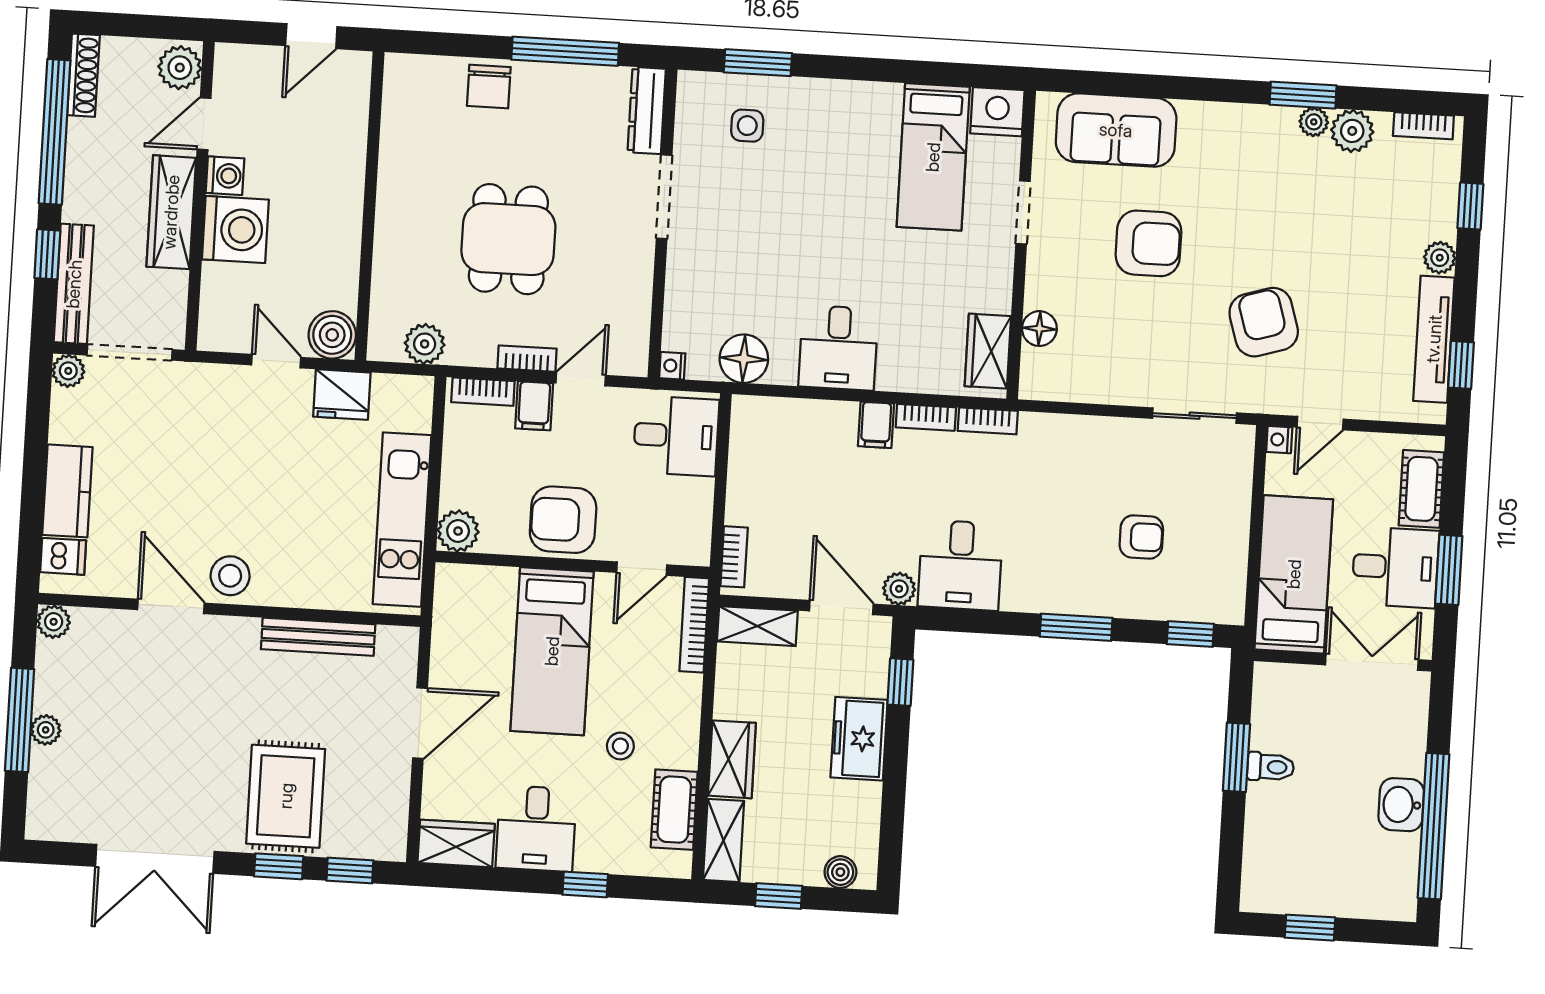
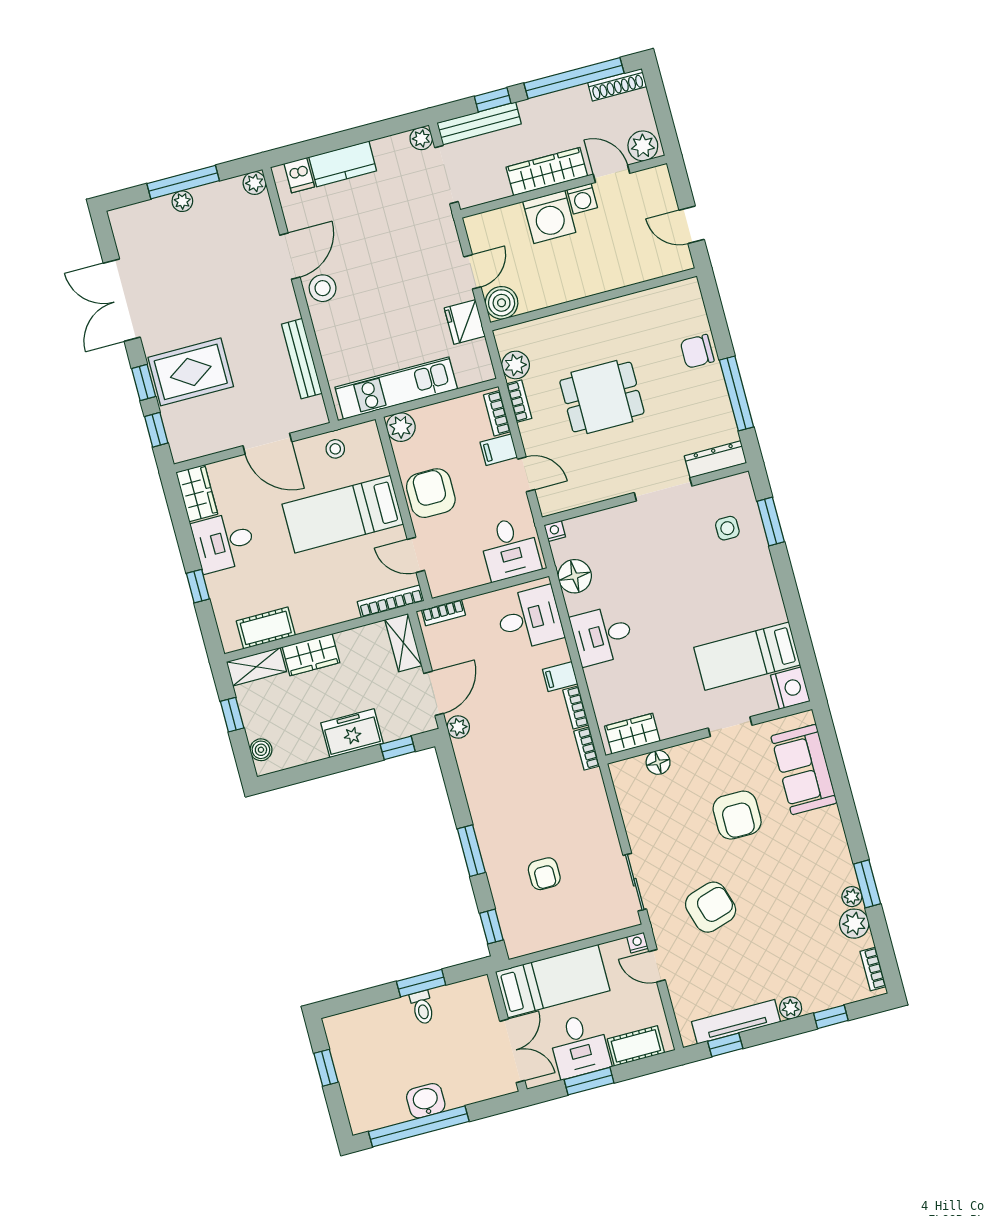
bookcase: (527, 359) -> (519, 401), moved
desk: (960, 565) -> (529, 618), moved, turned 180
stool: (620, 746) -> (335, 449), moved

